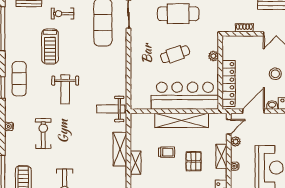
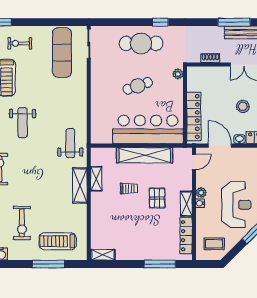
plant: (213, 56) -> (178, 74), moved
weight bench: (111, 109) -> (70, 143), turned 90
door: (253, 111) -> (220, 146), hinge flipped
plant: (236, 142) -> (201, 193), moved
shelving: (221, 156) -> (186, 204), moved
shelving: (136, 163) -> (96, 179), moved

